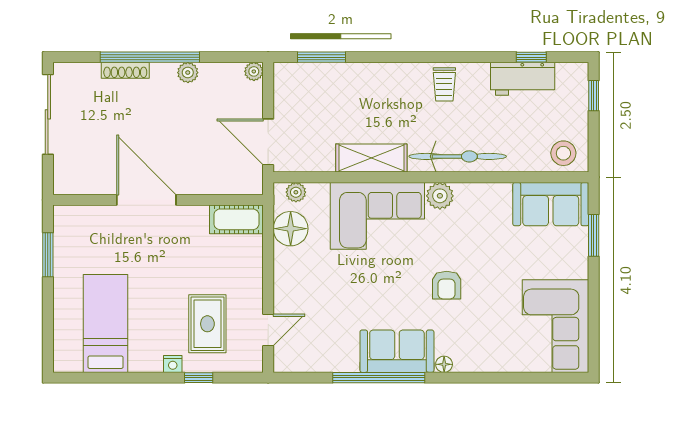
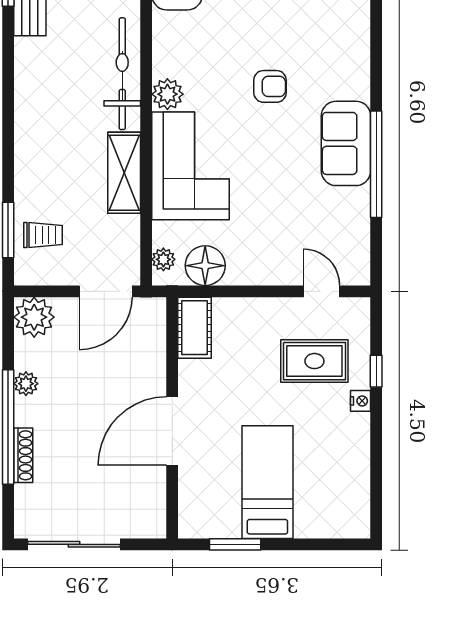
plant: (254, 71) -> (34, 317), width x1.87, depth x1.87
trolley: (444, 84) -> (43, 235), moved
bed: (106, 323) -> (267, 482), moved, turned 90
floor lamp: (444, 364) -> (361, 89), removed

